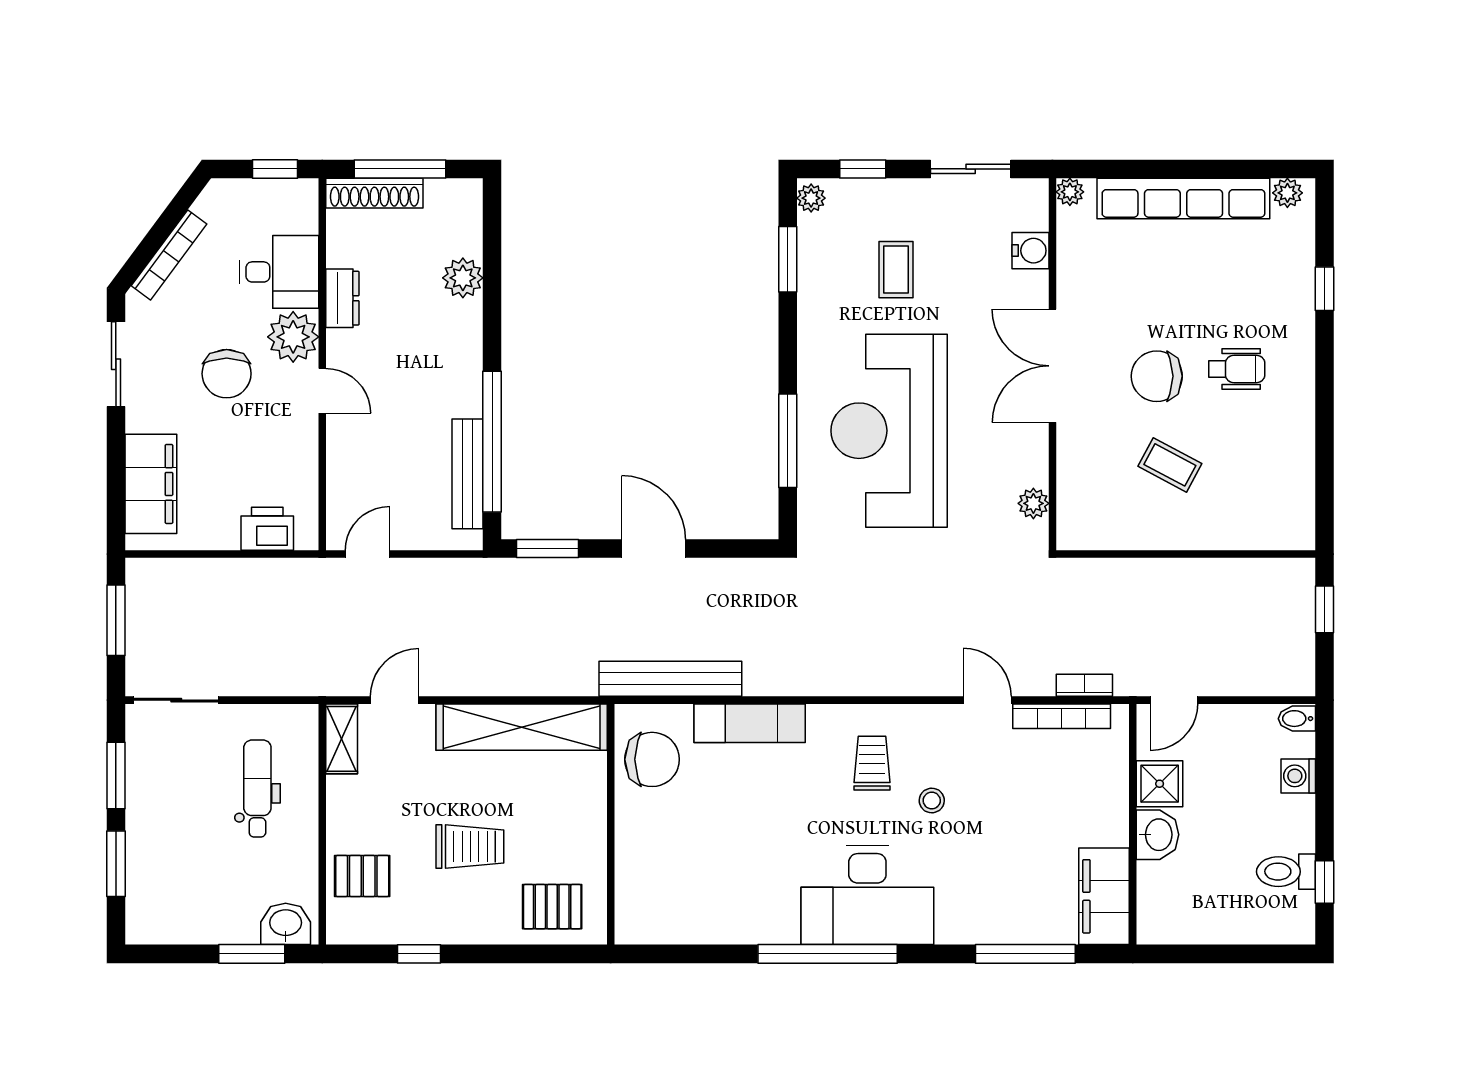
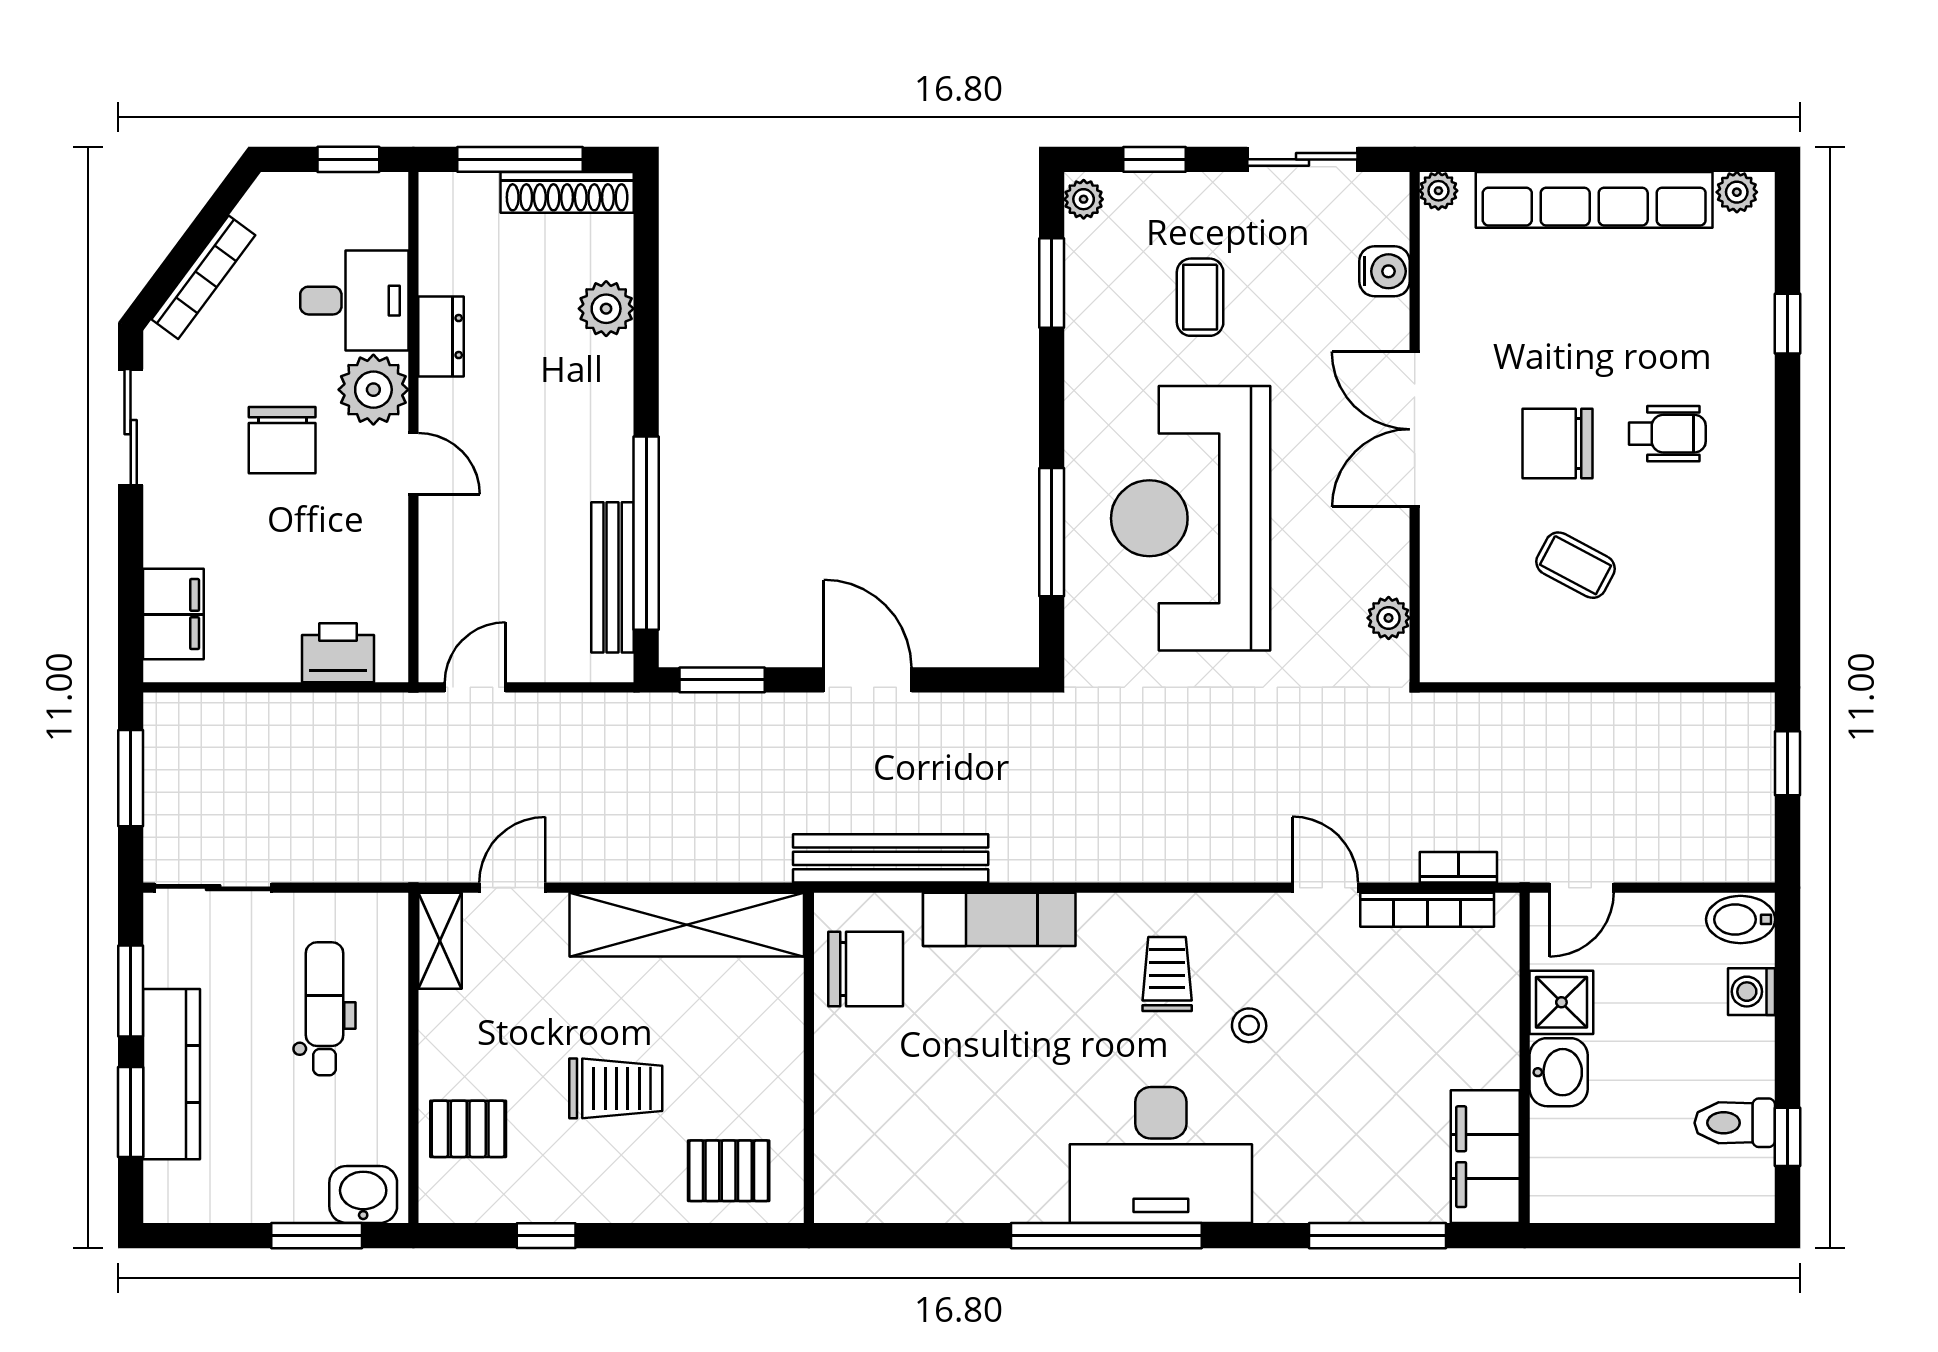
shoe rack: (374, 193) -> (567, 192), moved
filing cabinet: (151, 484) -> (173, 614), width x0.67, depth x0.86
bidet: (1297, 719) -> (1741, 919), width x1.38, depth x1.36
kitchen counter: (146, 836) -> (171, 1074), added

